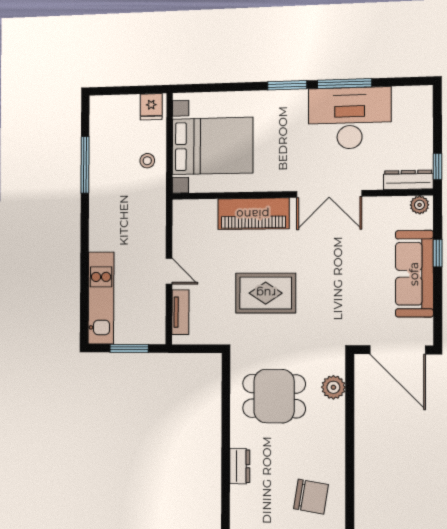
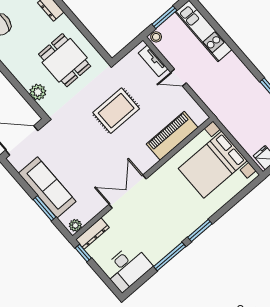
desk: (350, 118) -> (127, 268), moved, width x0.73, depth x0.77
stool: (147, 161) -> (156, 37), moved
piano: (253, 214) -> (172, 136), moved
window: (438, 253) -> (45, 208), width x1.50
dining table: (274, 396) -> (65, 60), turned 90

